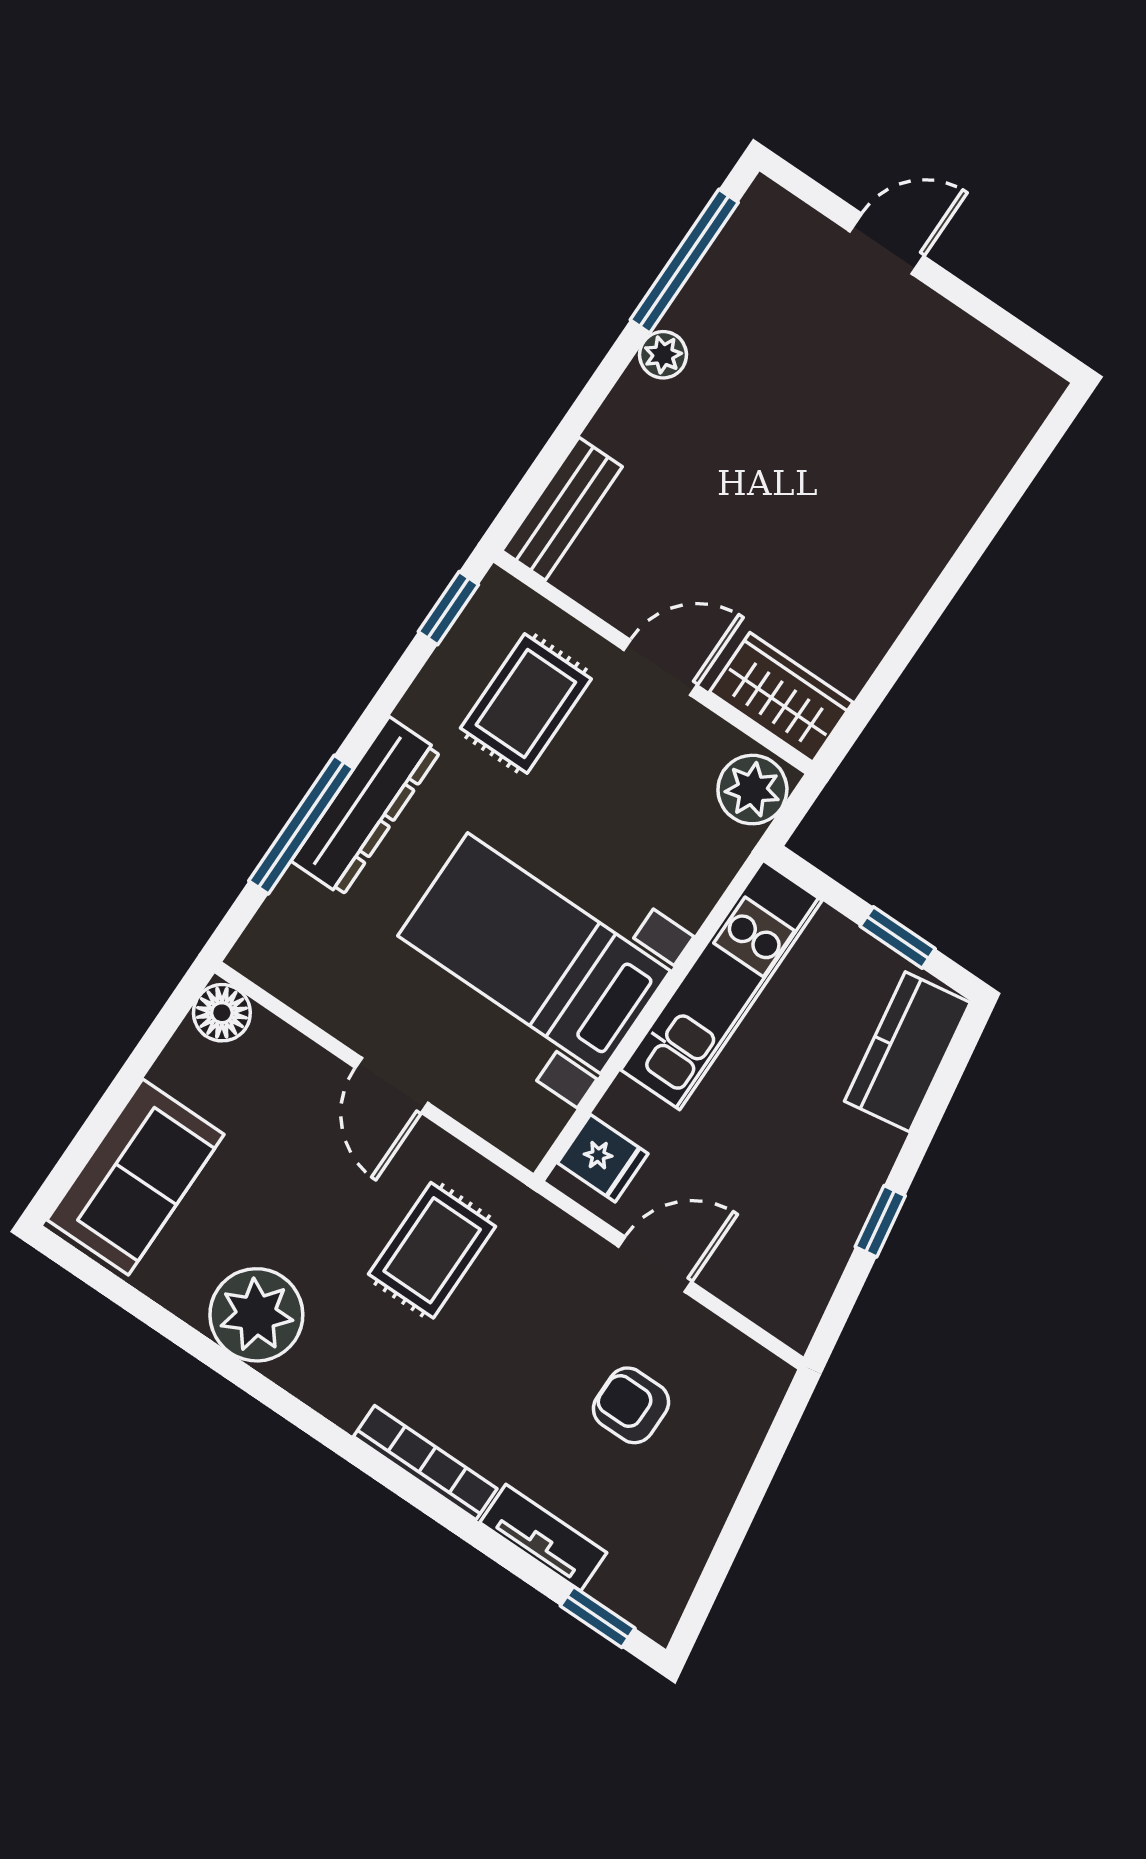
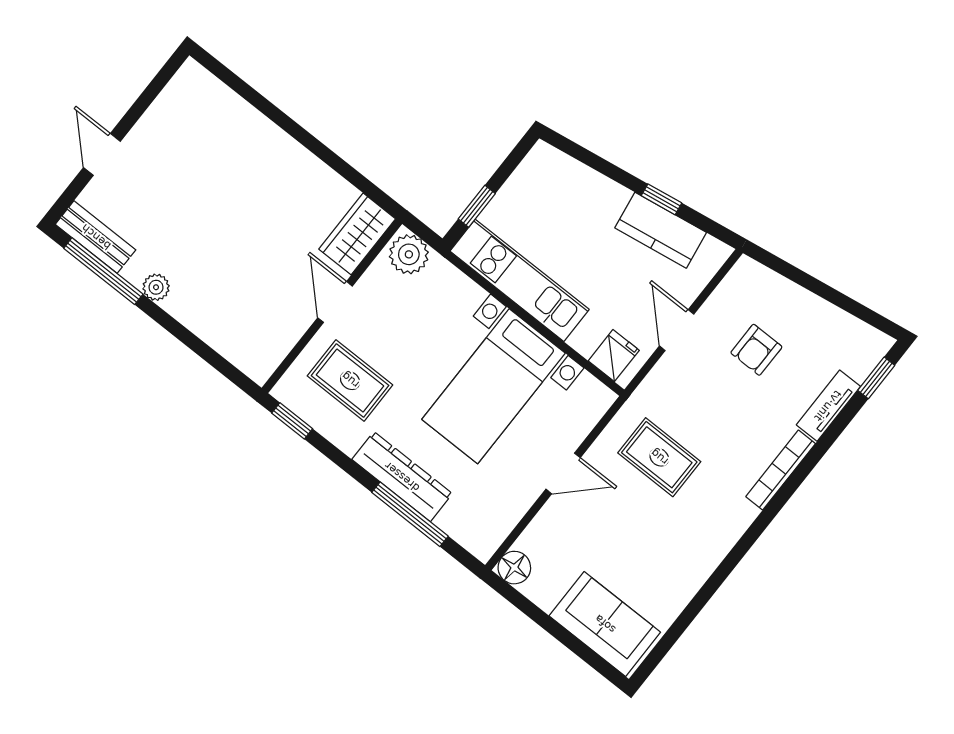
bench: (562, 509) -> (96, 237), moved
window: (898, 937) -> (477, 206), moved
kitchen counter: (907, 1052) -> (661, 230), moved
plant: (256, 1315) -> (689, 561), removed

